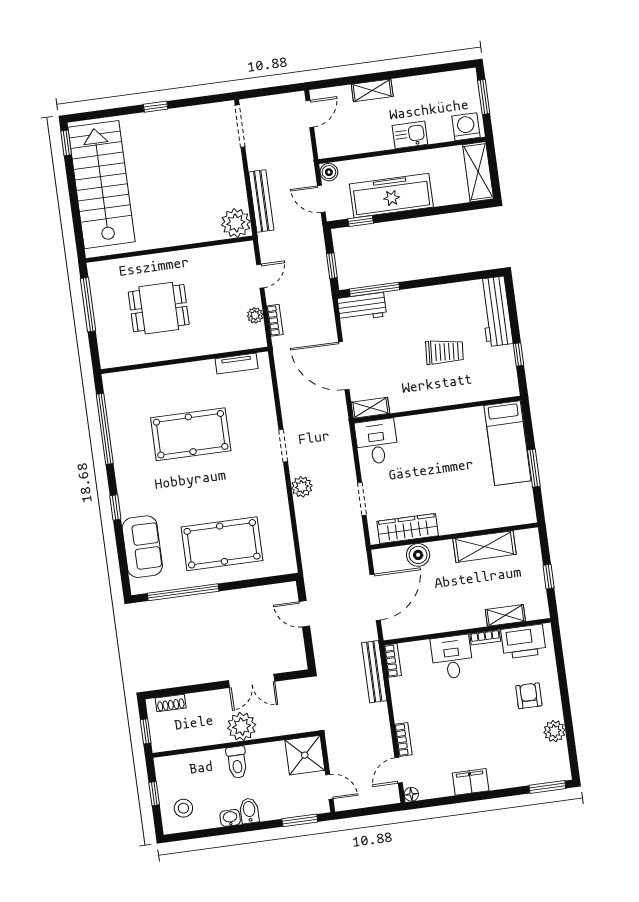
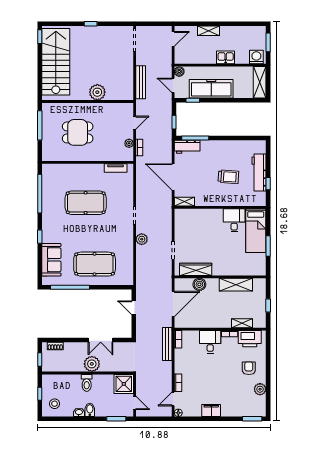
plant: (236, 223) -> (97, 92), moved
workbench: (496, 311) -> (259, 172), moved
desk: (377, 442) -> (234, 220), moved

